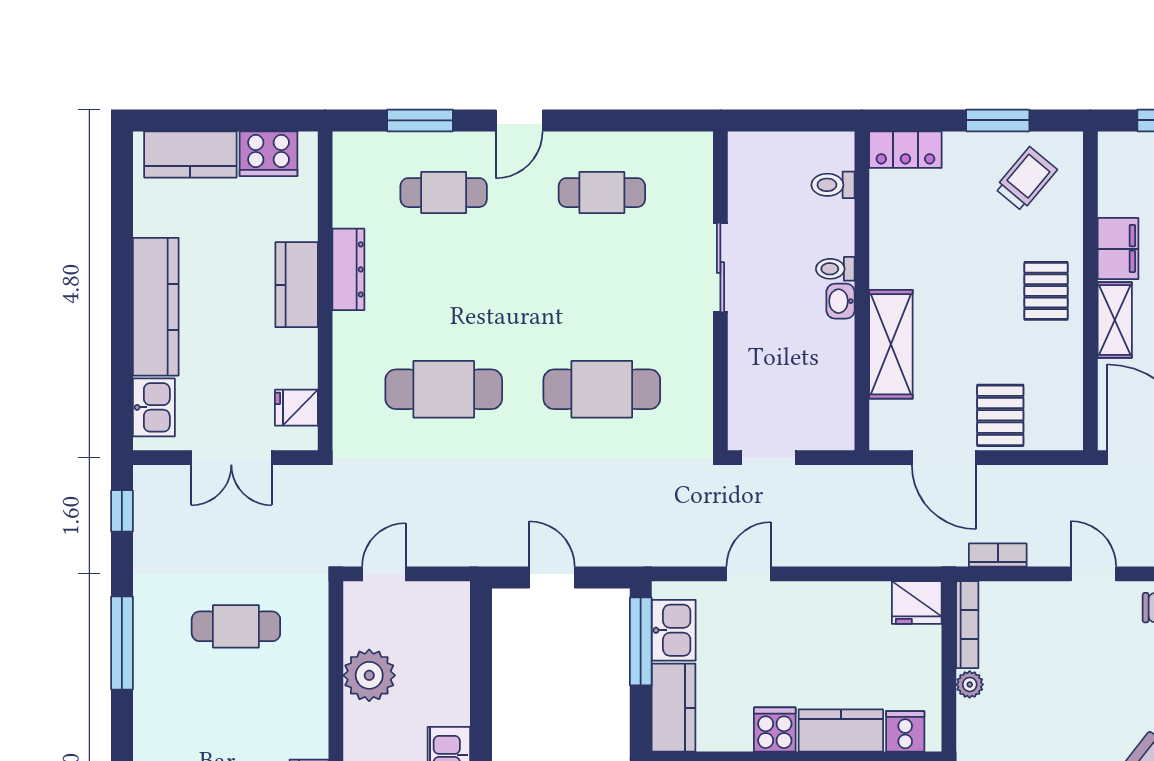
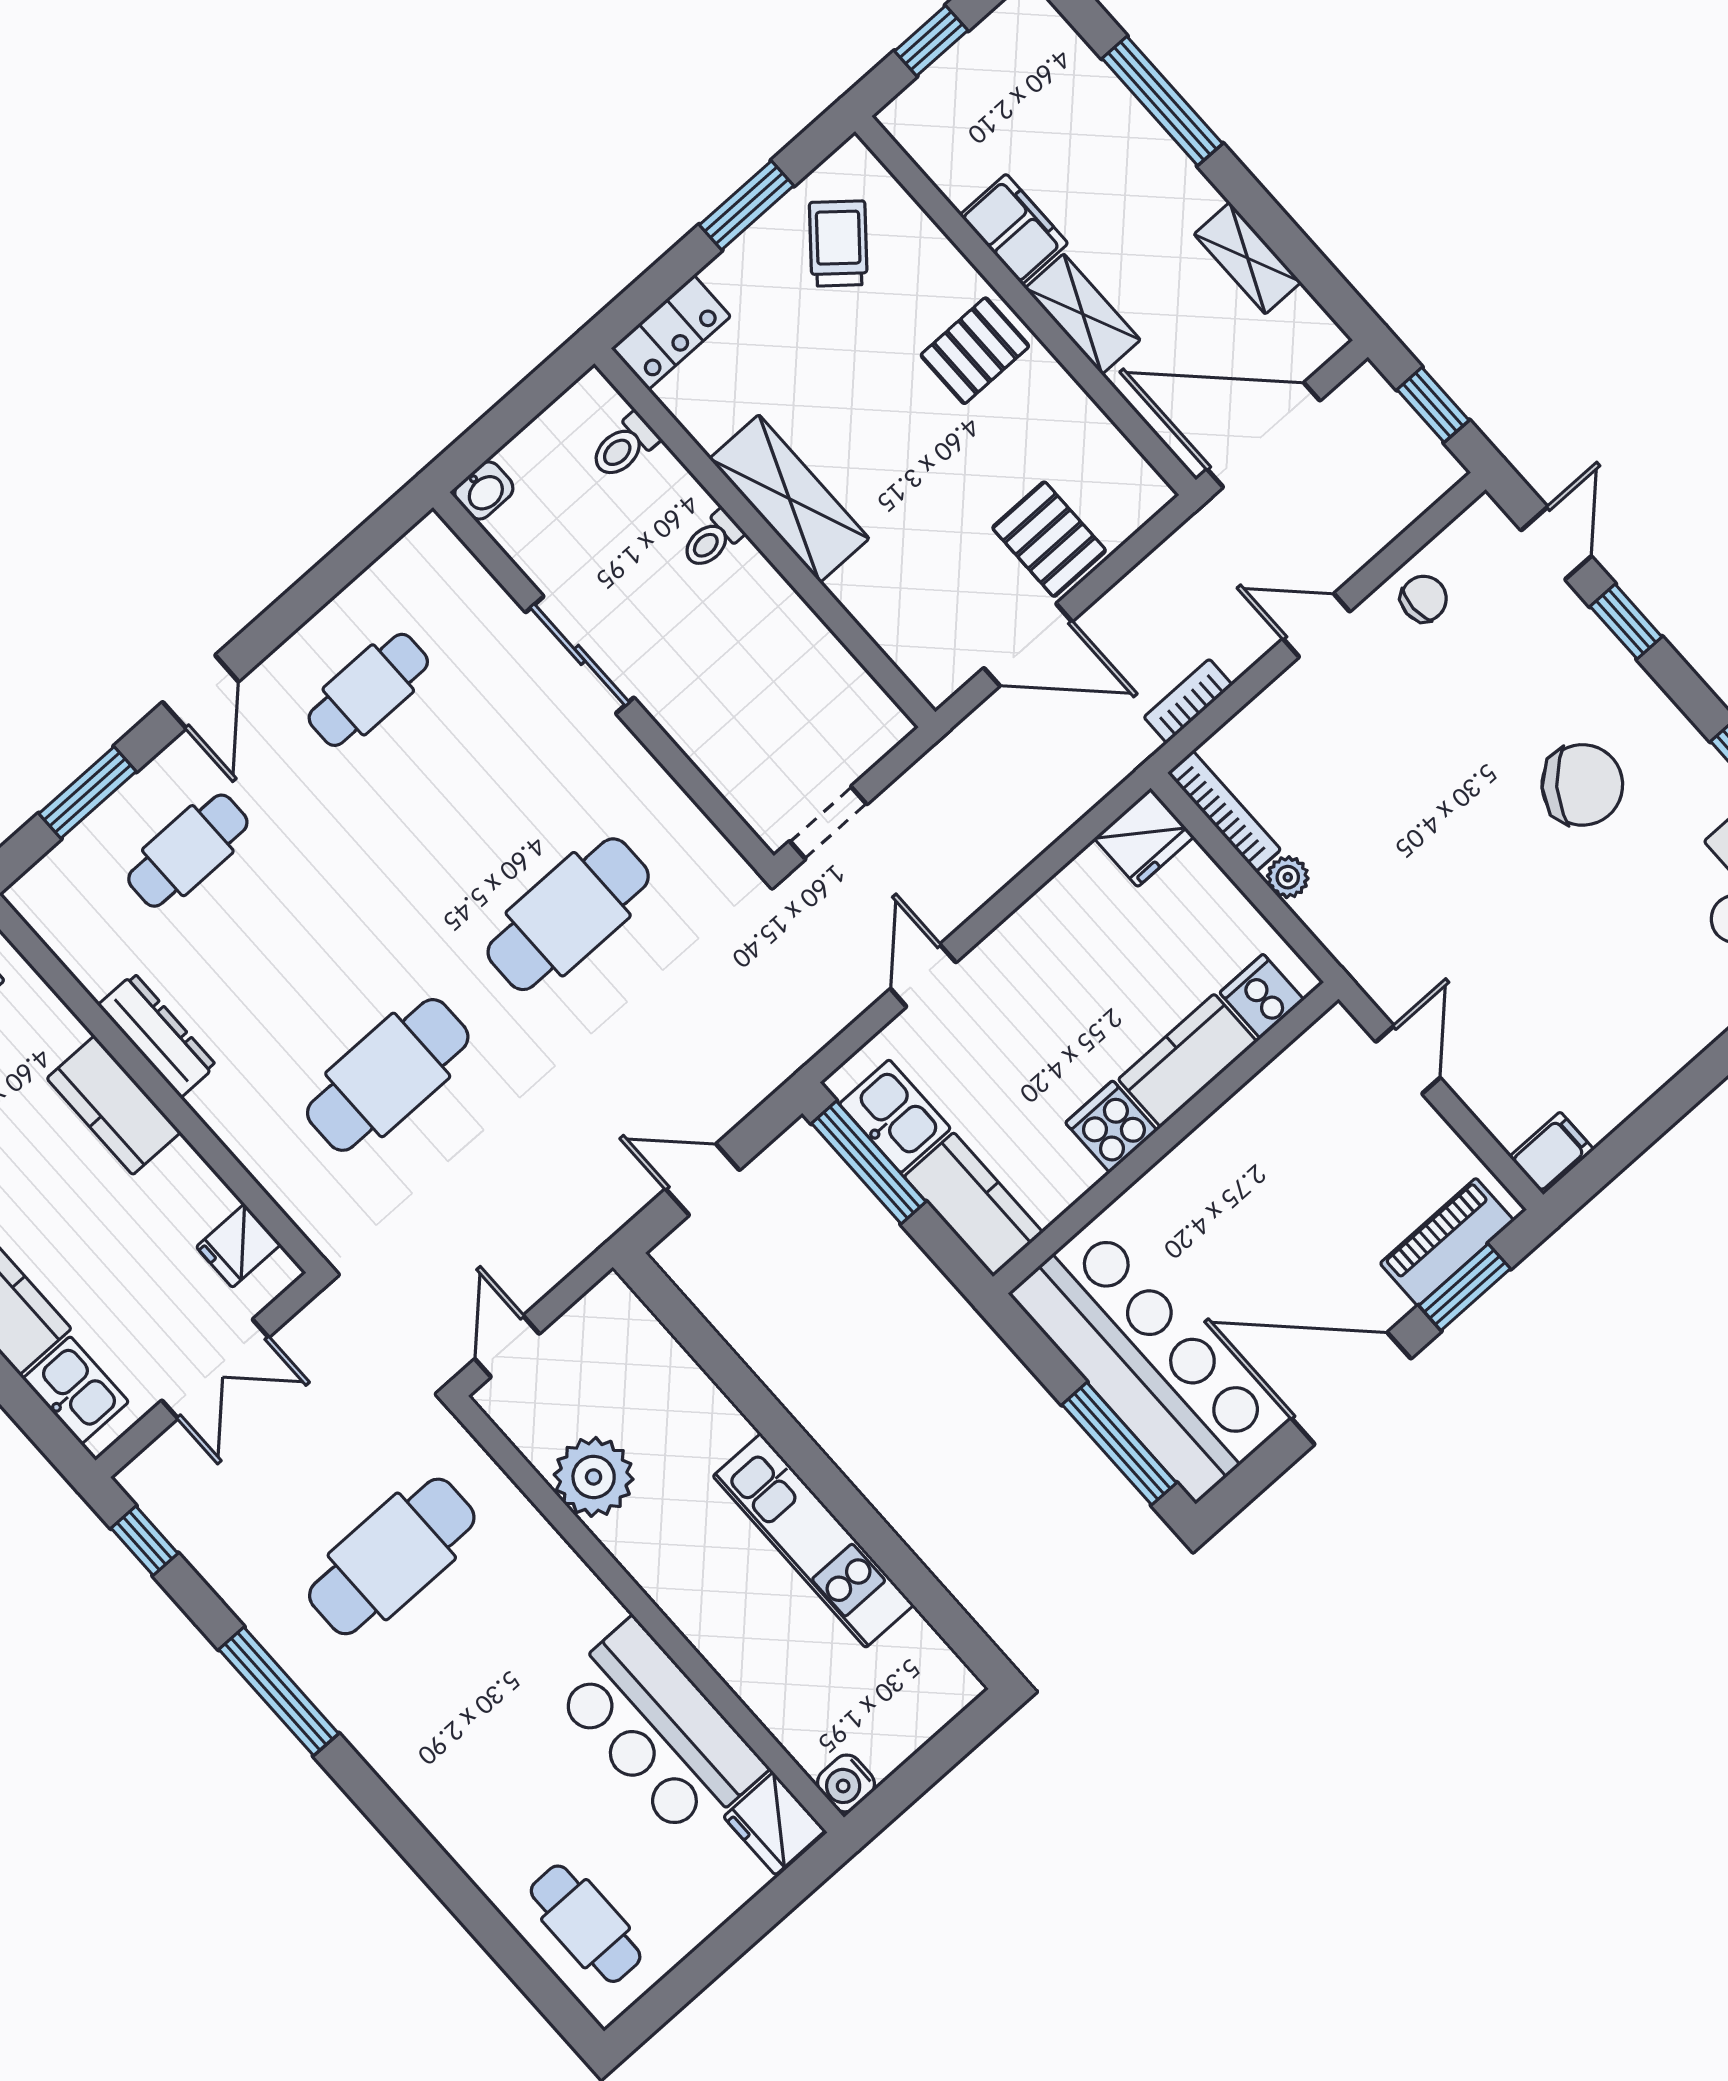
pallet: (1046, 291) -> (975, 351), turned 90
washbasin: (841, 301) -> (484, 490), moved, turned -90
shelving: (891, 344) -> (789, 499), moved
cafe table: (236, 626) -> (392, 1556), width x1.37, depth x1.35

